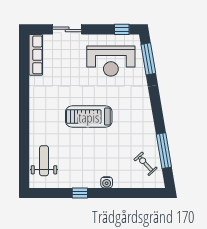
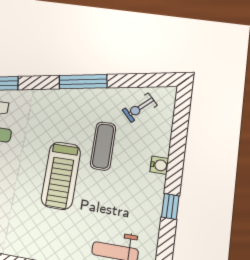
exercise mat: (114, 142) -> (103, 146), added
window: (164, 151) -> (83, 82), moved

